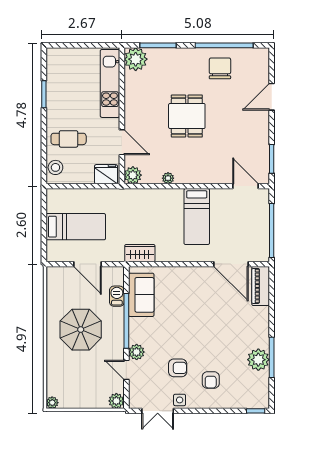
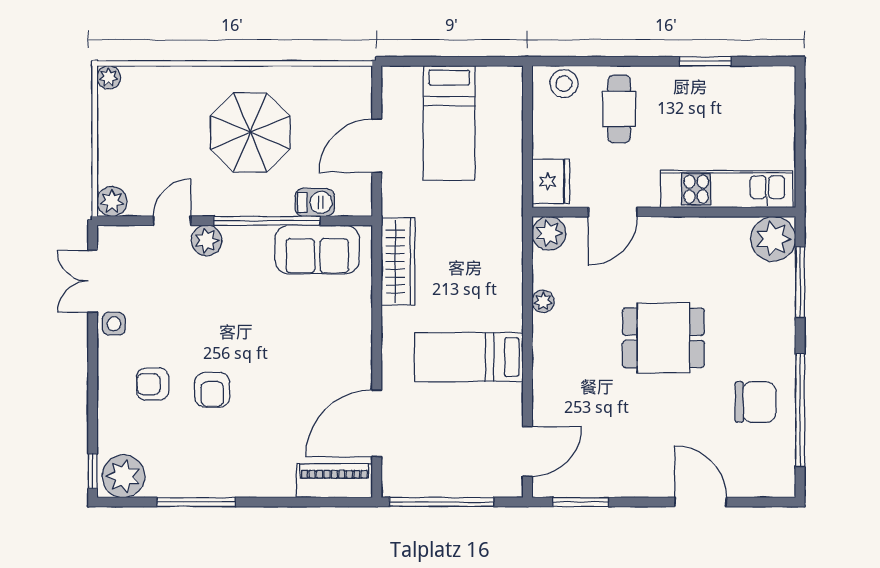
wardrobe: (140, 253) -> (398, 261), width x1.50
plant: (258, 360) -> (123, 476), moved
armchair: (178, 368) -> (212, 390), moved

